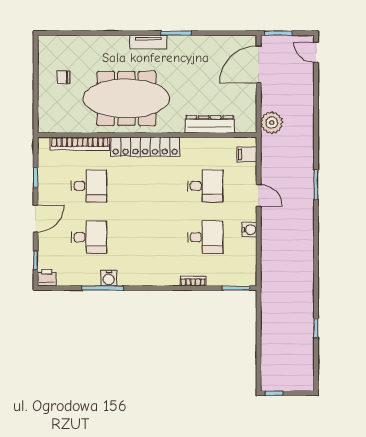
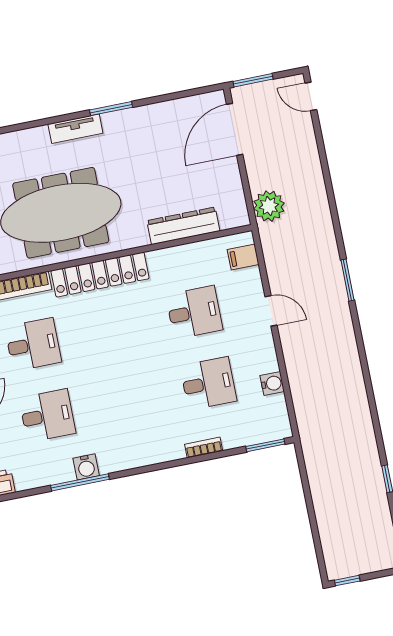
water cooler: (249, 230) -> (272, 383), moved

